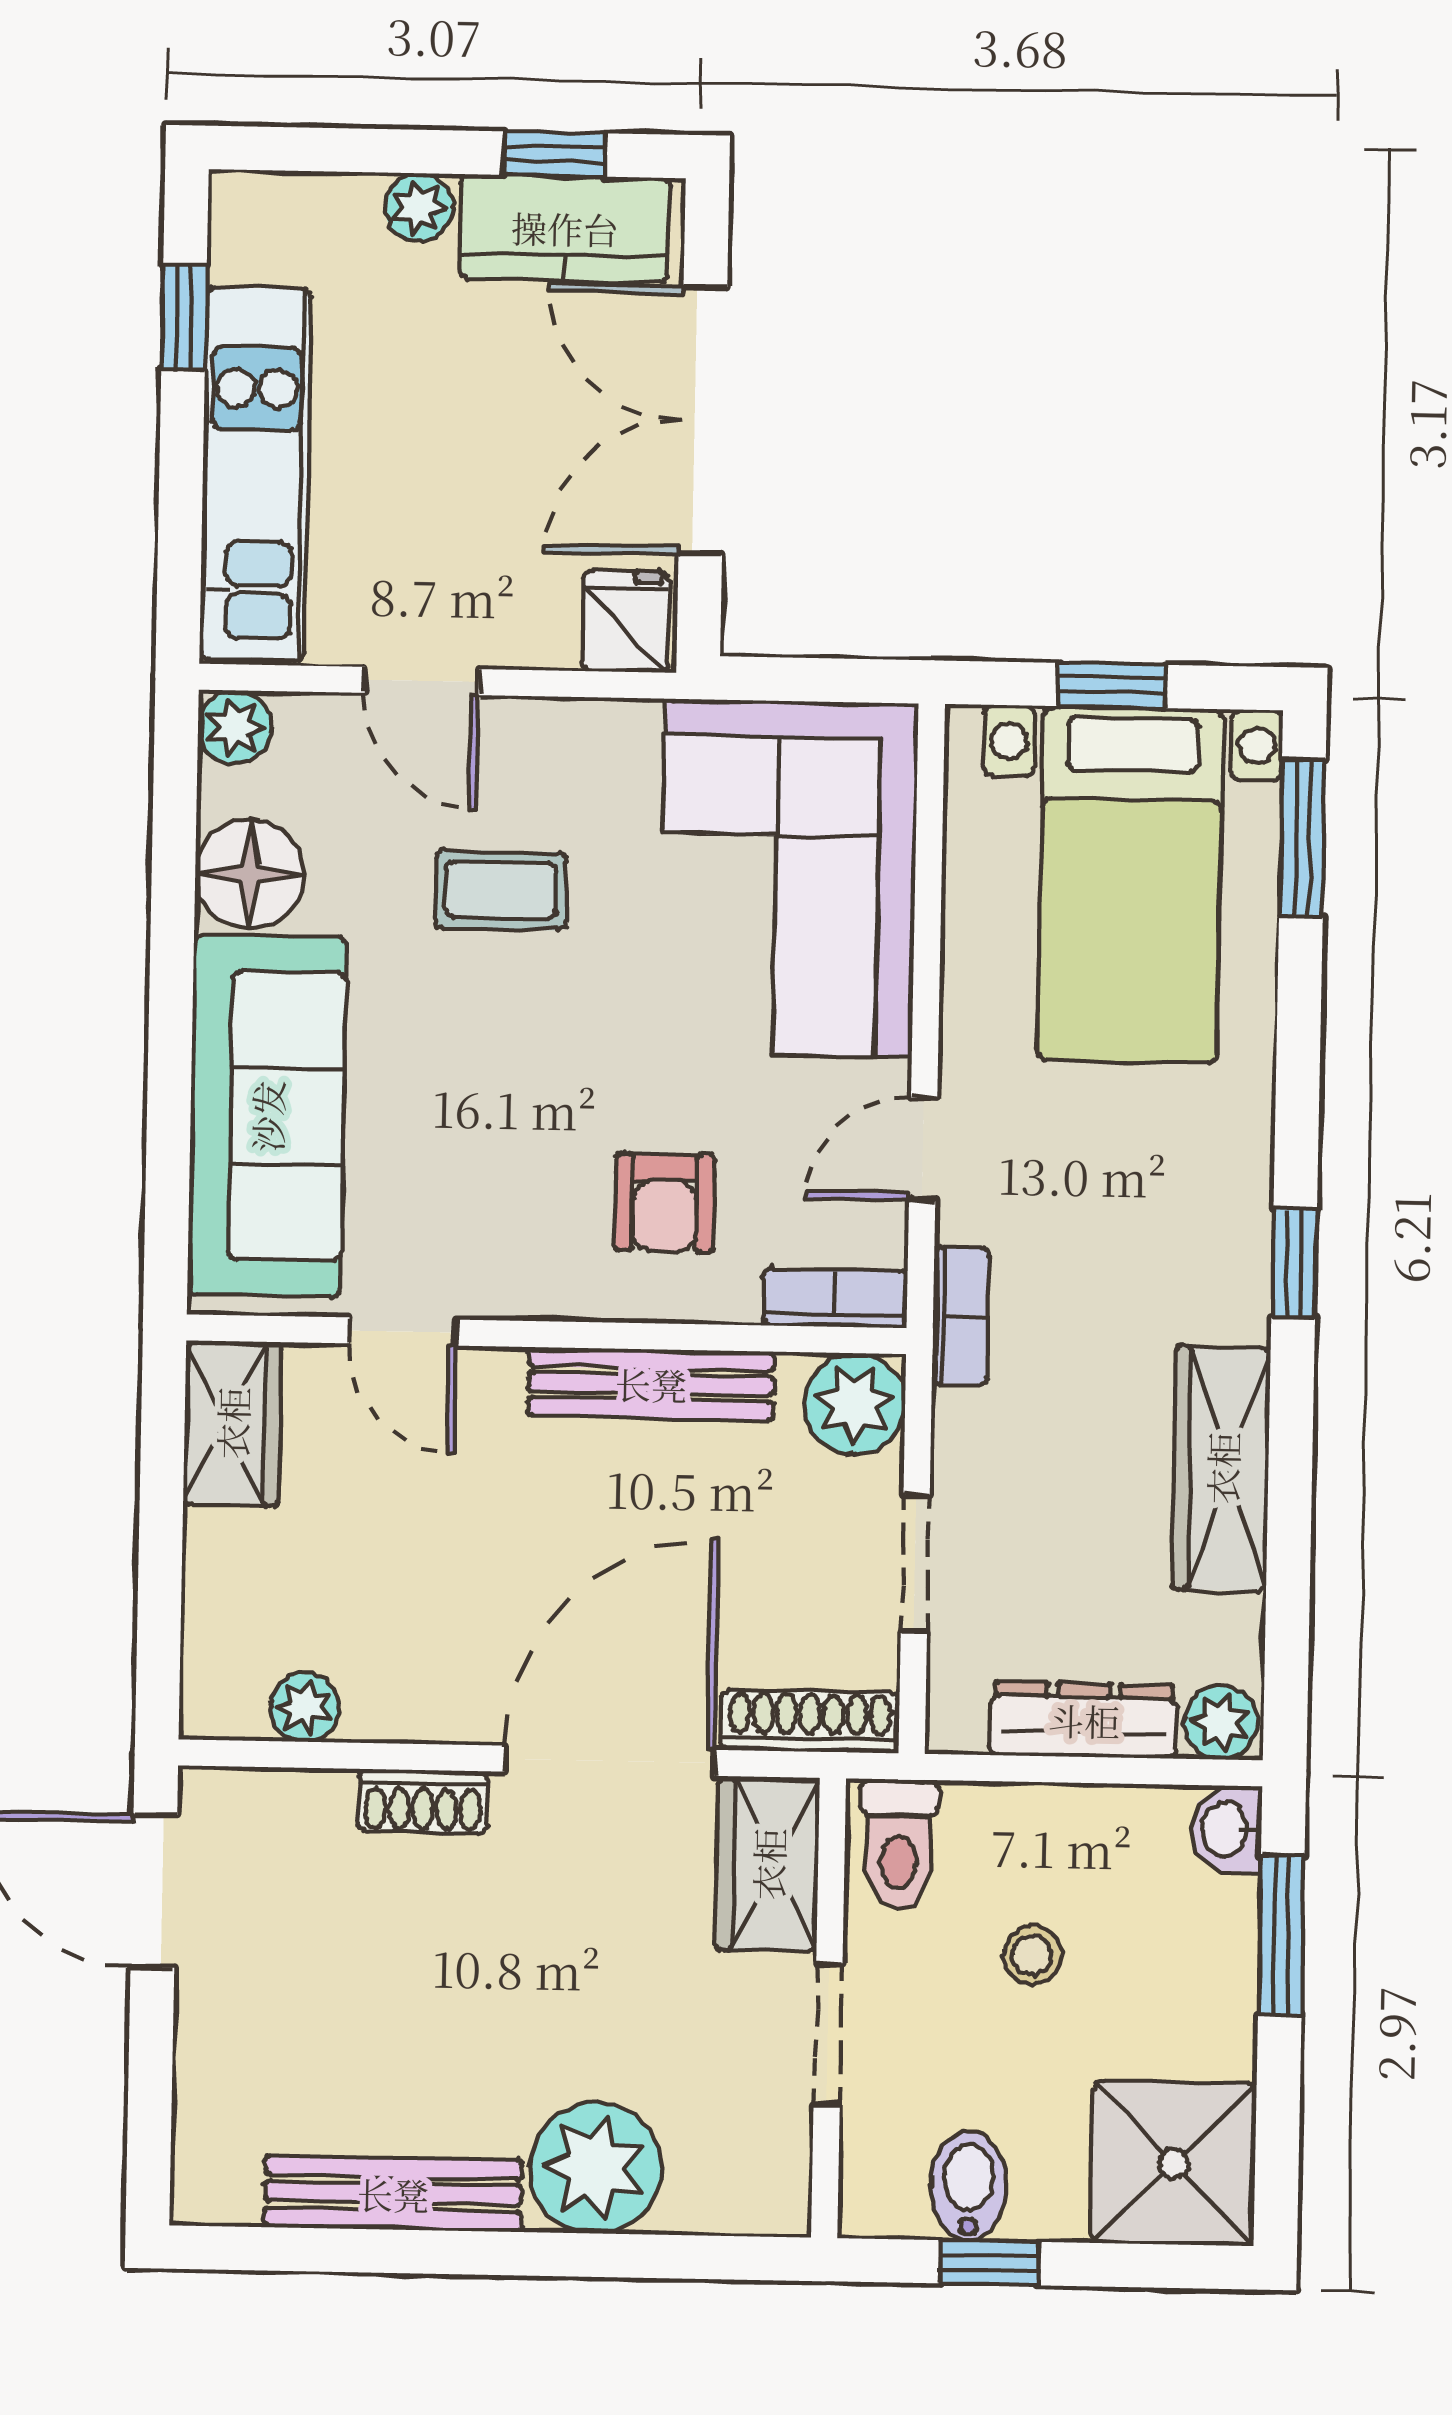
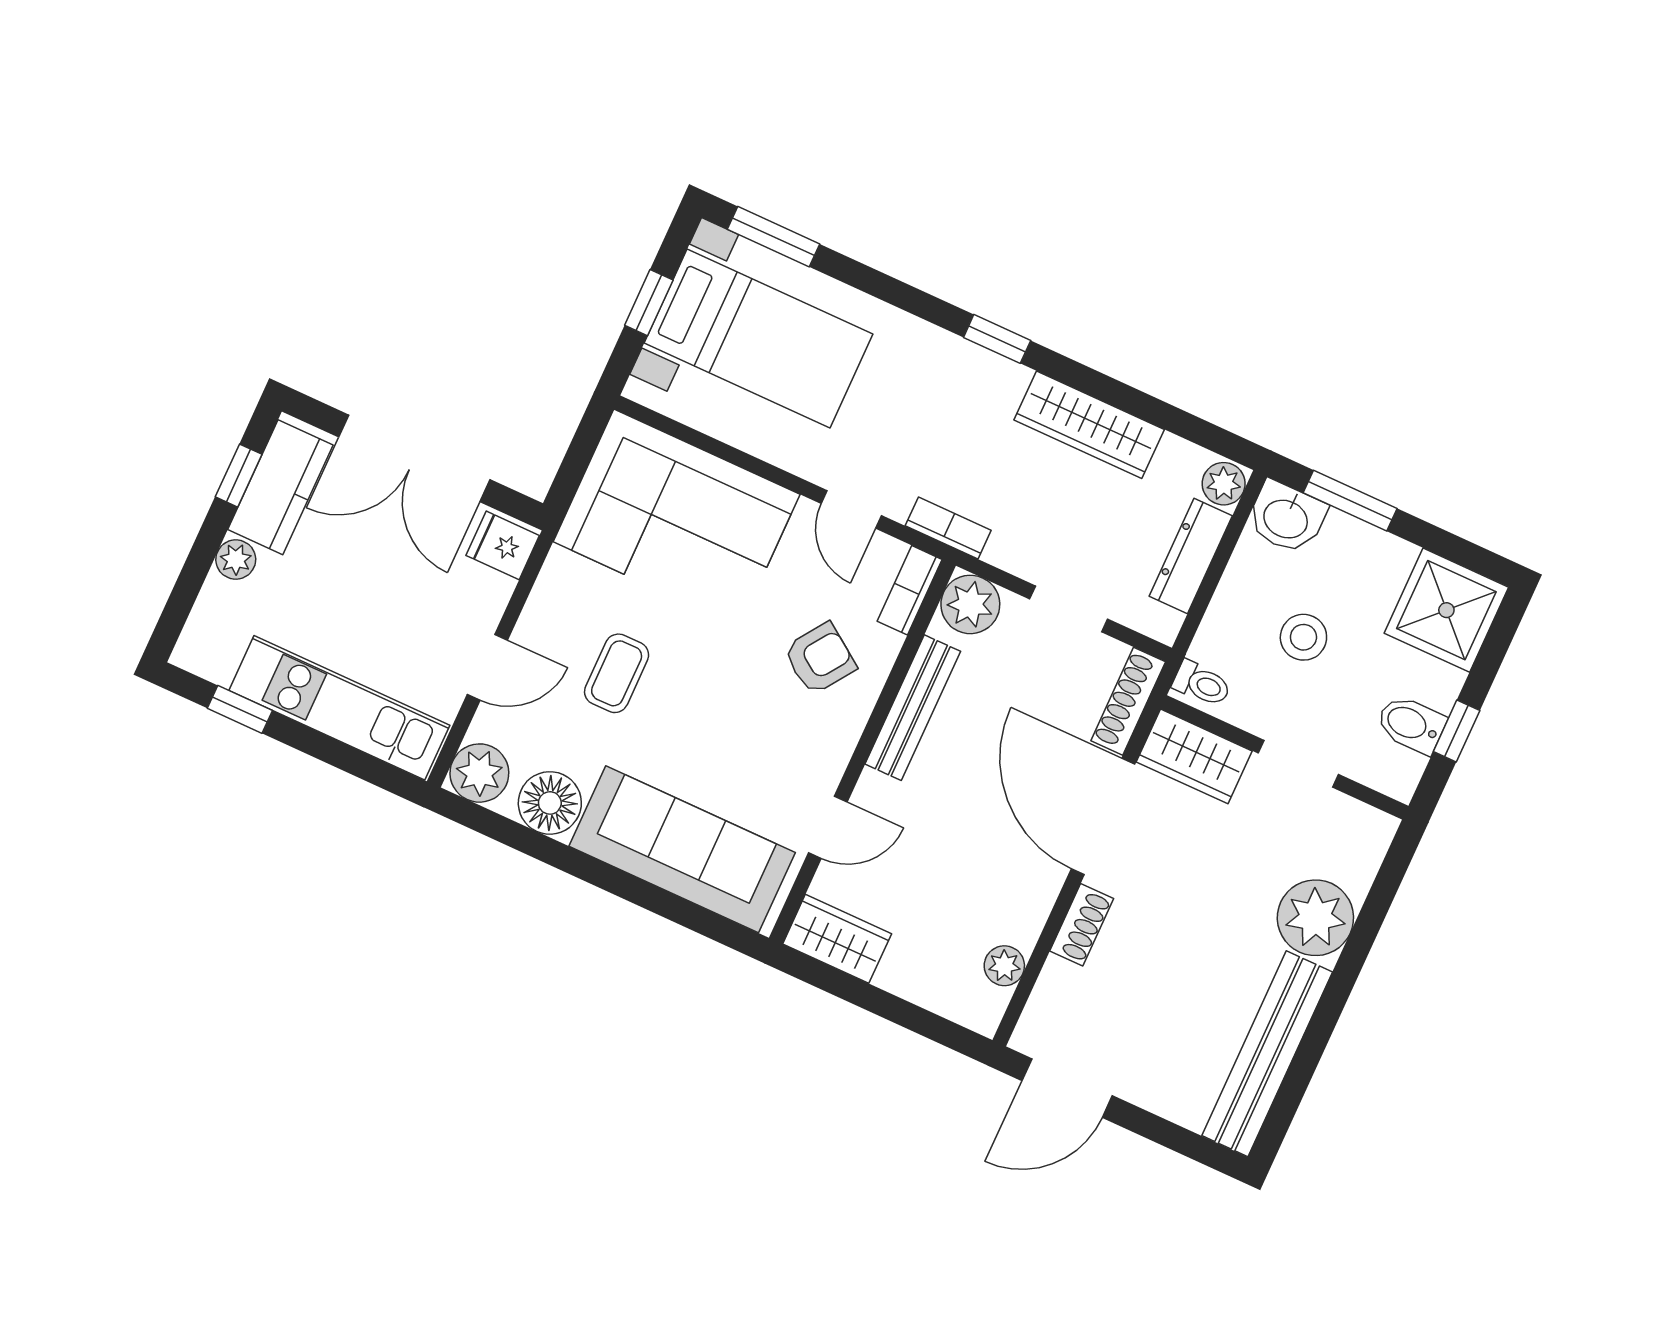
plant: (235, 727) -> (479, 773), width x1.38, depth x1.38
armchair: (665, 1202) -> (820, 659), turned -55
washbasin: (1227, 1829) -> (1286, 517), width x1.38, depth x1.45
toilet: (899, 1844) -> (1202, 684), width x0.73, depth x0.72
stool: (1032, 1955) -> (1303, 637), width x1.37, depth x1.37
bench: (393, 2194) -> (1267, 1054), width x1.37, depth x1.21

